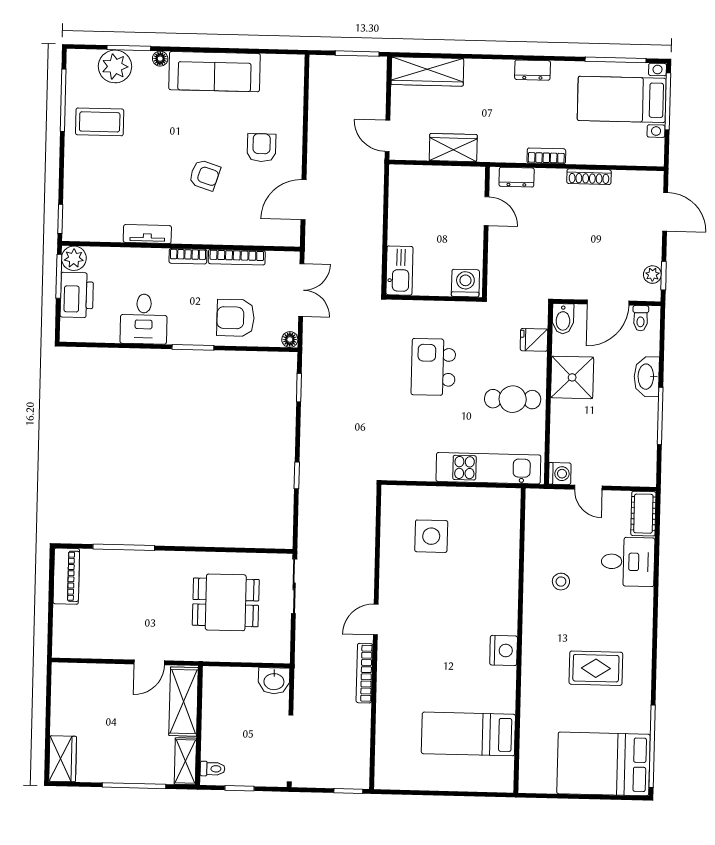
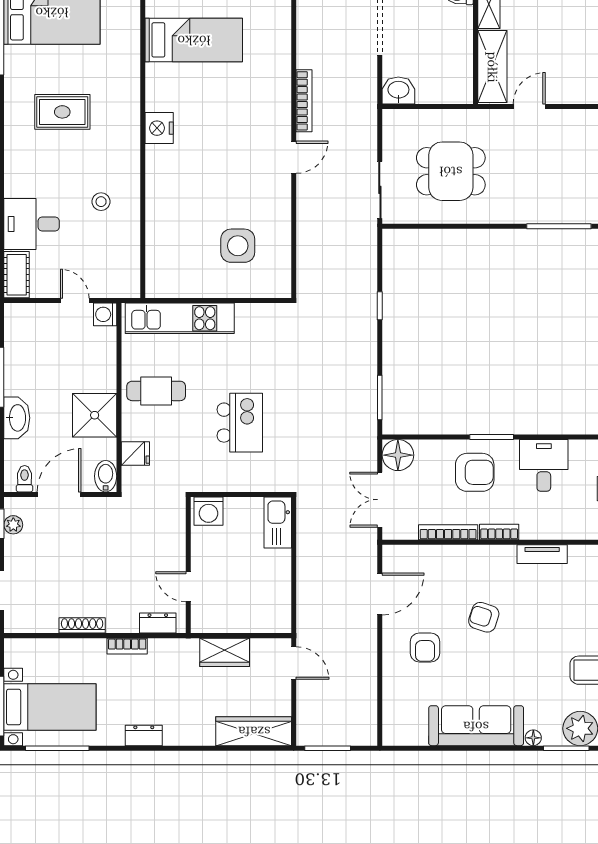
armchair: (235, 318) -> (475, 472), moved
floor lamp: (290, 339) -> (398, 455), width x1.89, depth x1.89
window: (299, 388) -> (380, 398), width x1.50

